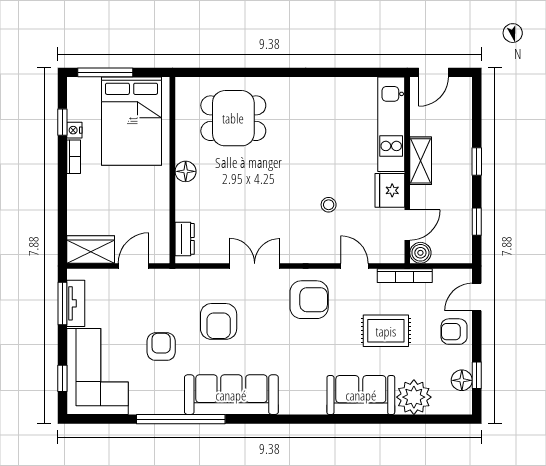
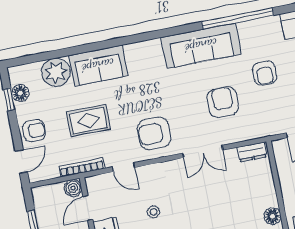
dresser: (185, 239) -> (252, 152), moved, turned -90

